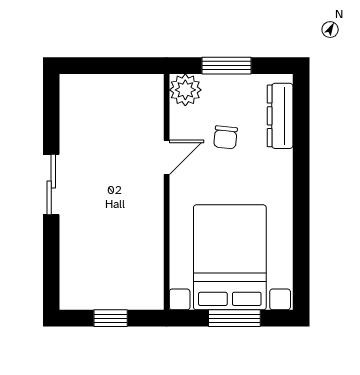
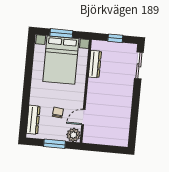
door: (167, 157) -> (83, 117), moved
sliding door: (51, 184) -> (139, 65), moved
dresser: (152, 255) -> (95, 64), added

